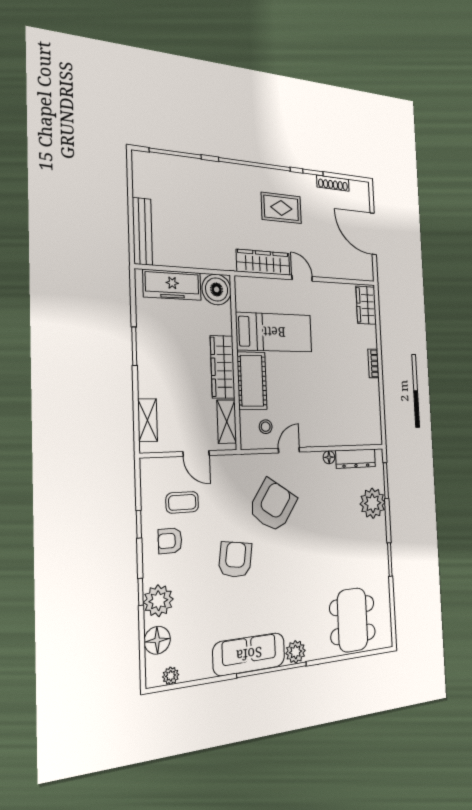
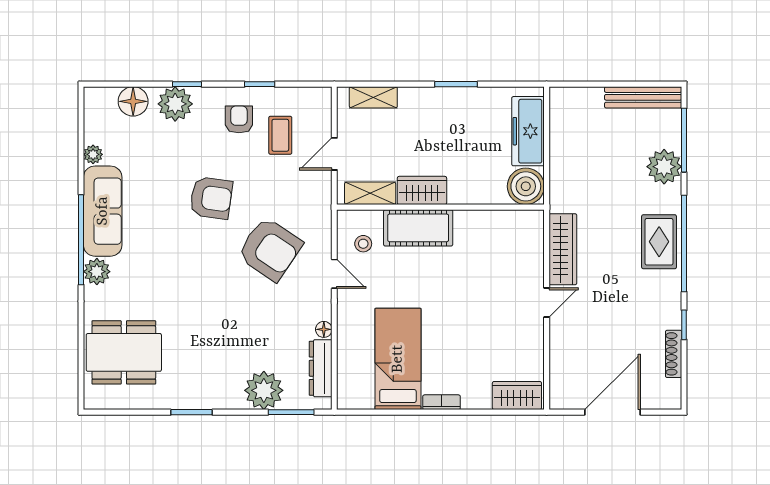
plant: (197, 173) -> (664, 167), added
rug: (281, 208) -> (659, 242), moved
bench: (142, 231) -> (643, 97), moved
bed: (274, 332) -> (398, 359), moved, turned 180
wardrobe: (223, 367) -> (422, 190), width x0.67
plant: (171, 676) -> (93, 154), moved

